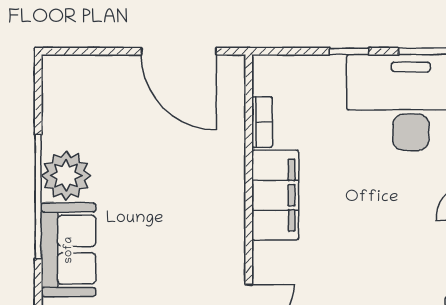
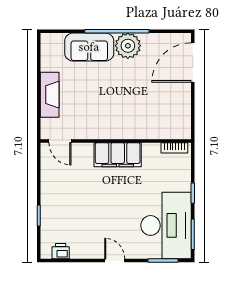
door: (179, 51) -> (193, 63), moved
bookcase: (262, 122) -> (174, 148), moved

